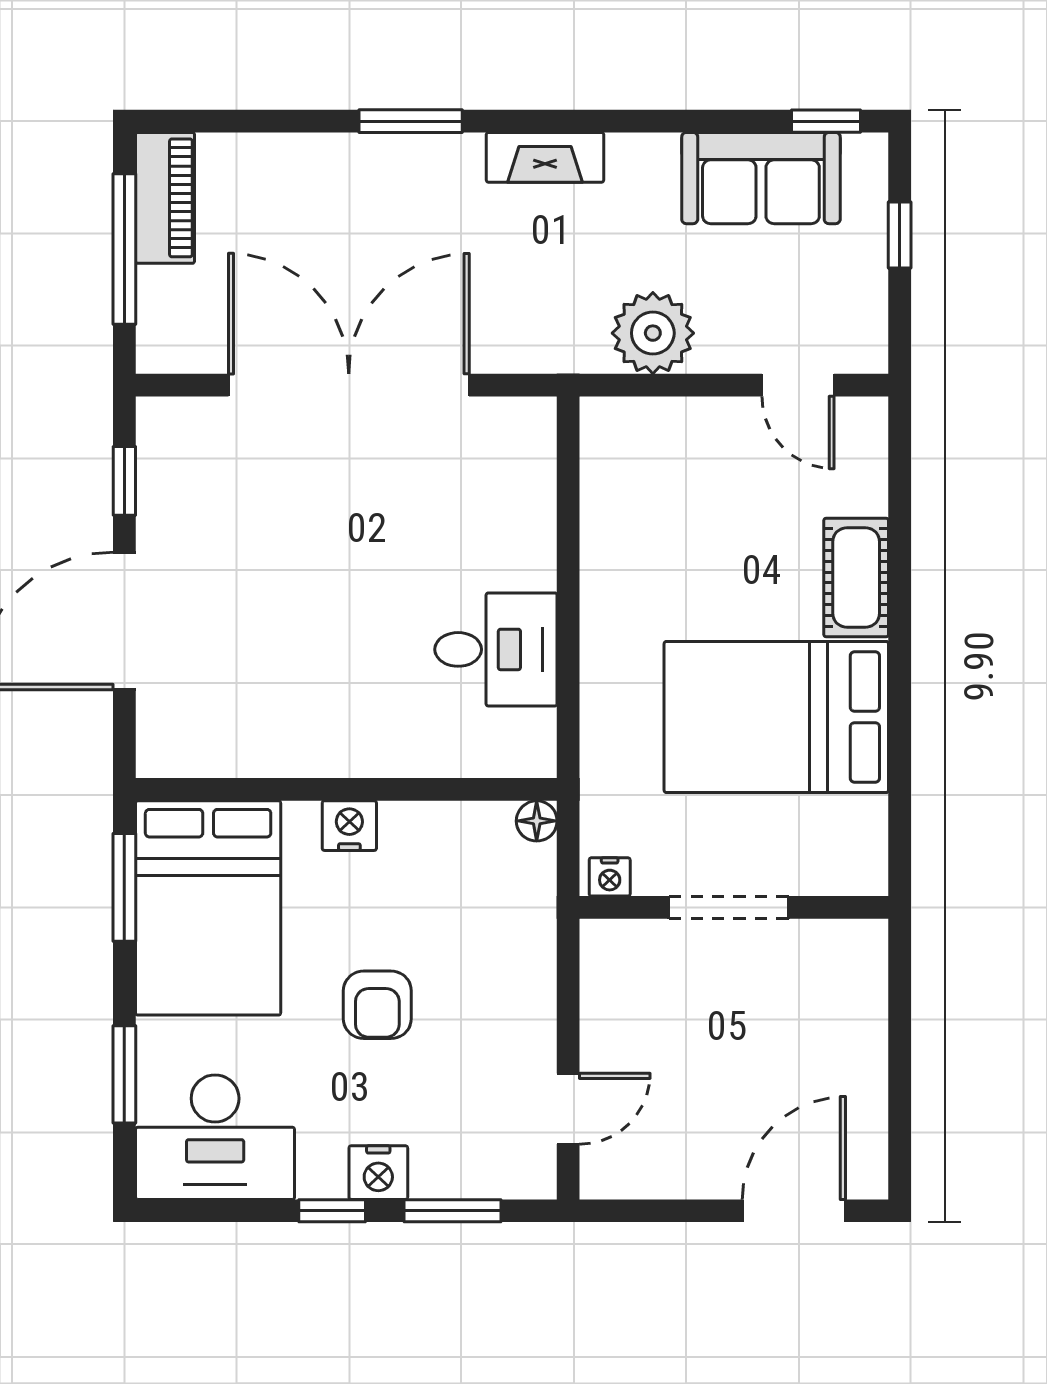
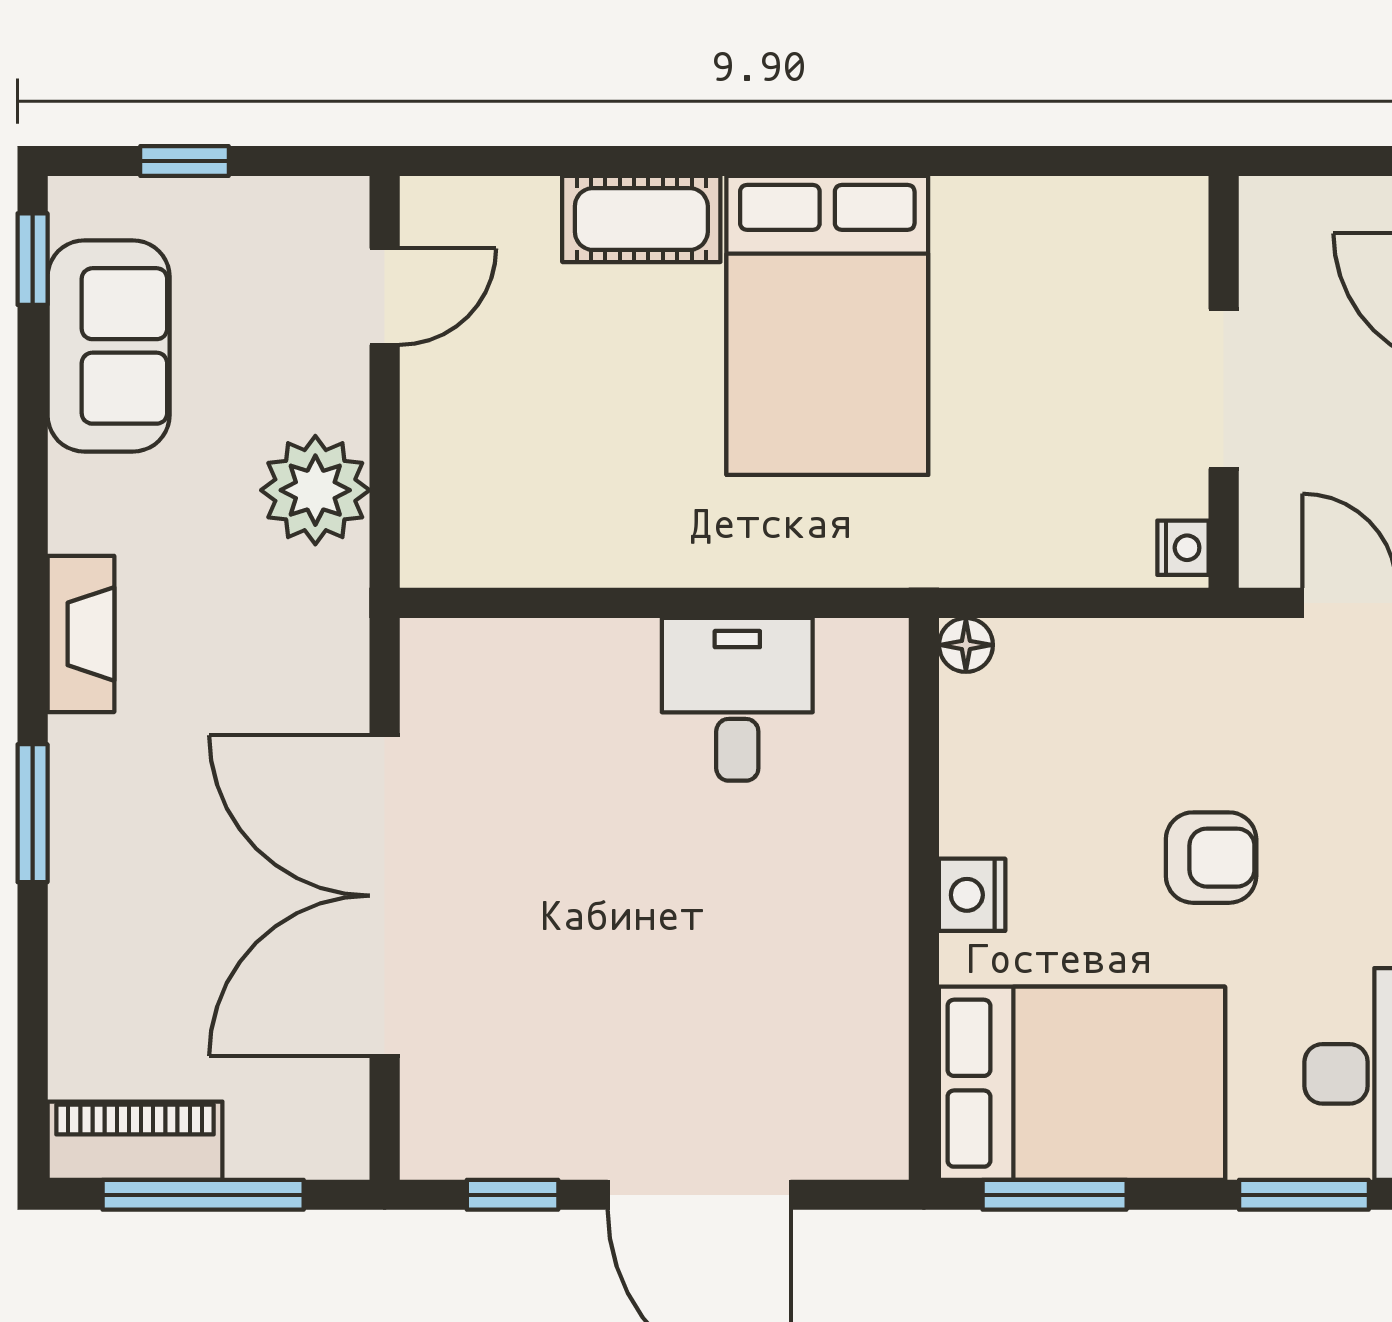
nightstand: (610, 877) -> (1183, 548), moved
doorway: (729, 907) -> (1224, 389), moved
wall: (734, 907) -> (1224, 382), moved

